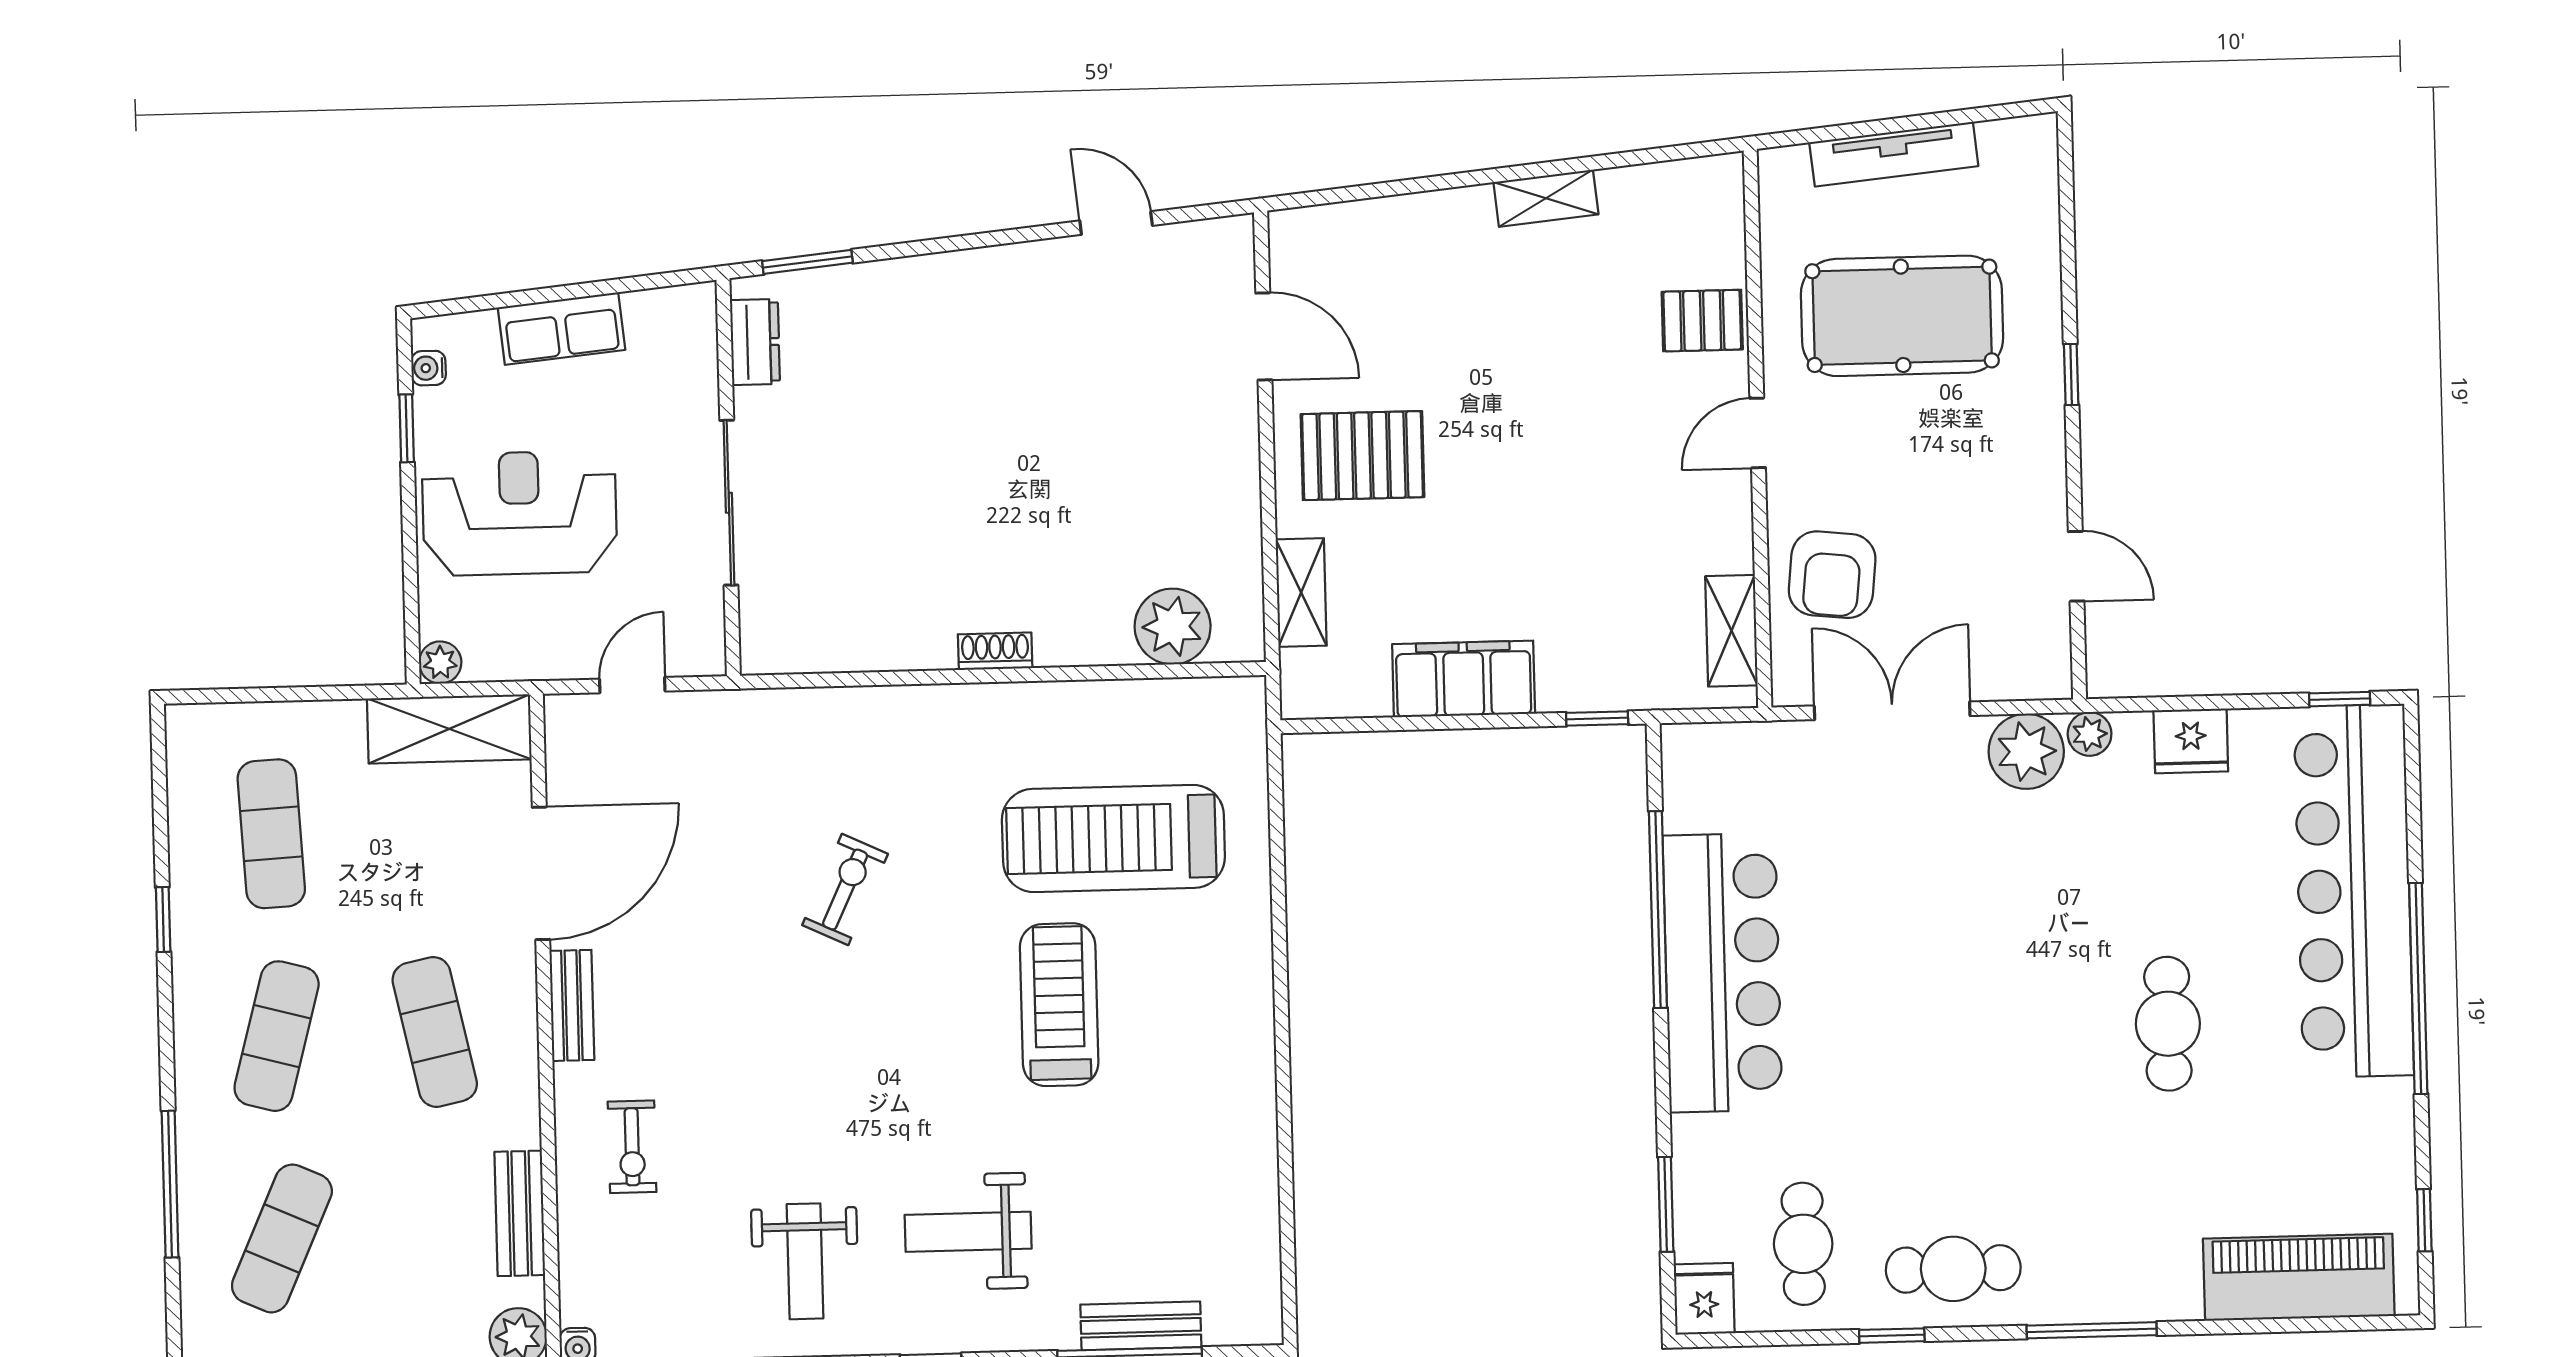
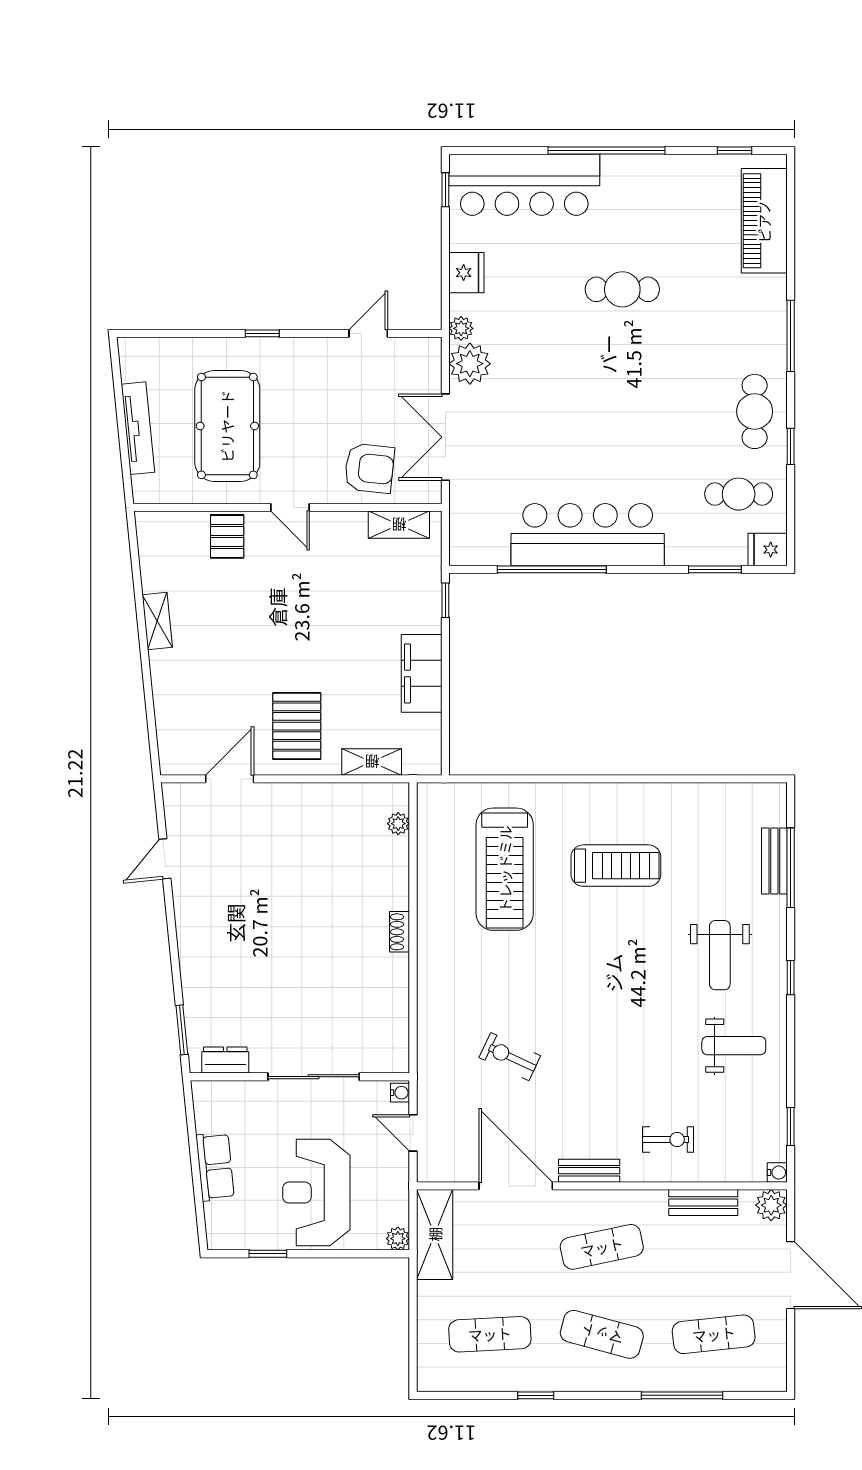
water cooler: (428, 368) -> (400, 1093), moved, turned -90
plant: (1173, 626) -> (398, 824), width x0.53, depth x0.53
exercise bike: (845, 889) -> (510, 1057), moved
bar counter: (2354, 891) -> (524, 185), width x0.73
treadmill: (1059, 1005) -> (616, 866), moved, turned 180
exercise mat: (282, 1238) -> (714, 1334), turned -30

